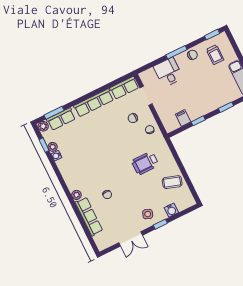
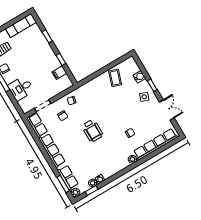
wheelchair: (145, 163) -> (92, 131), moved
row of seats: (89, 216) -> (155, 144), width x1.36

